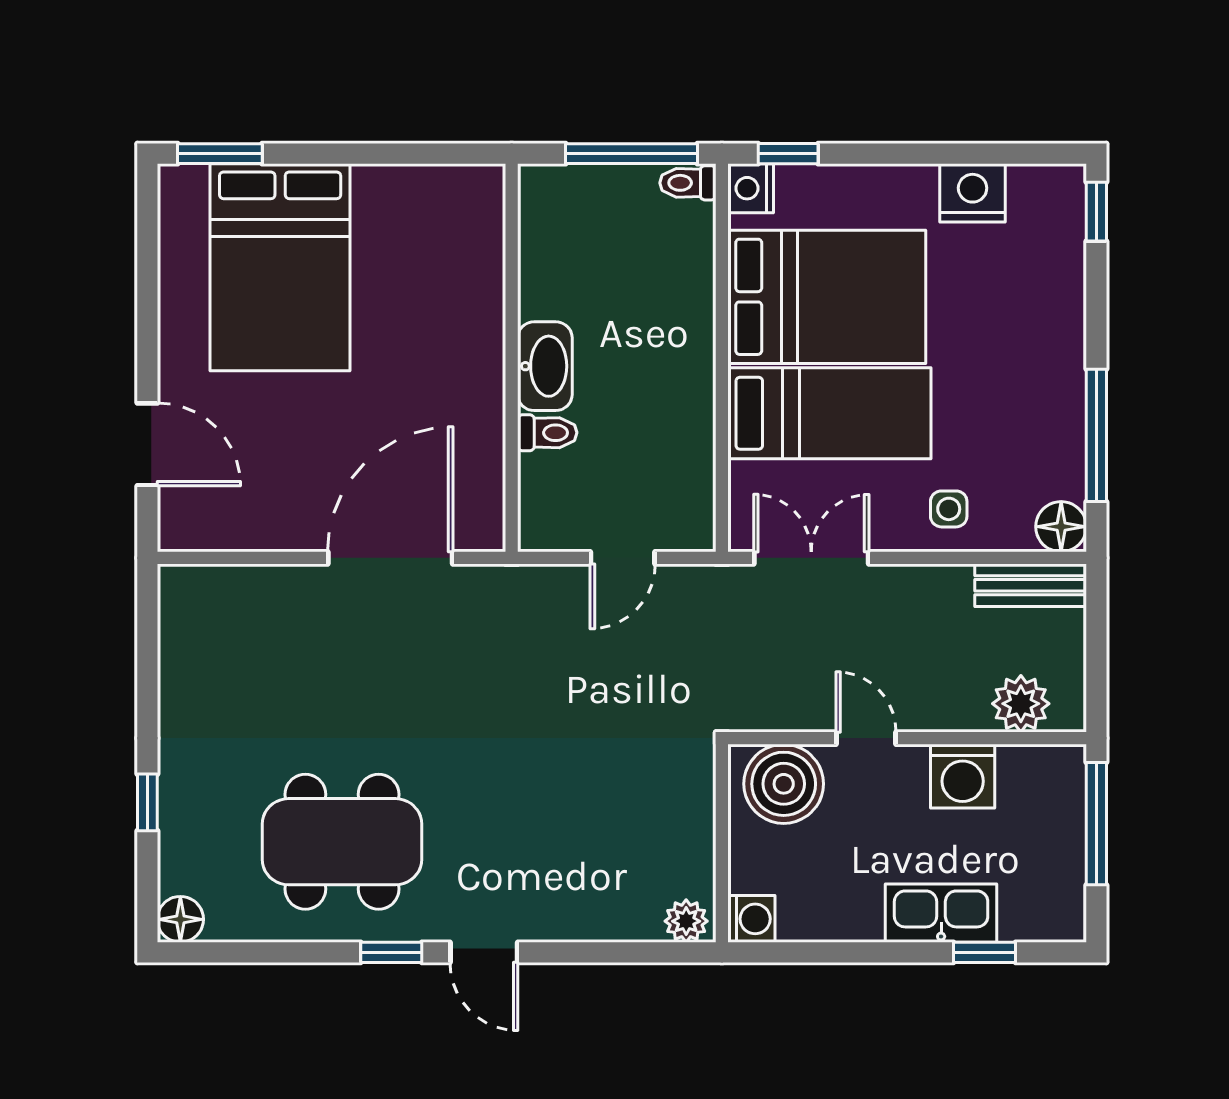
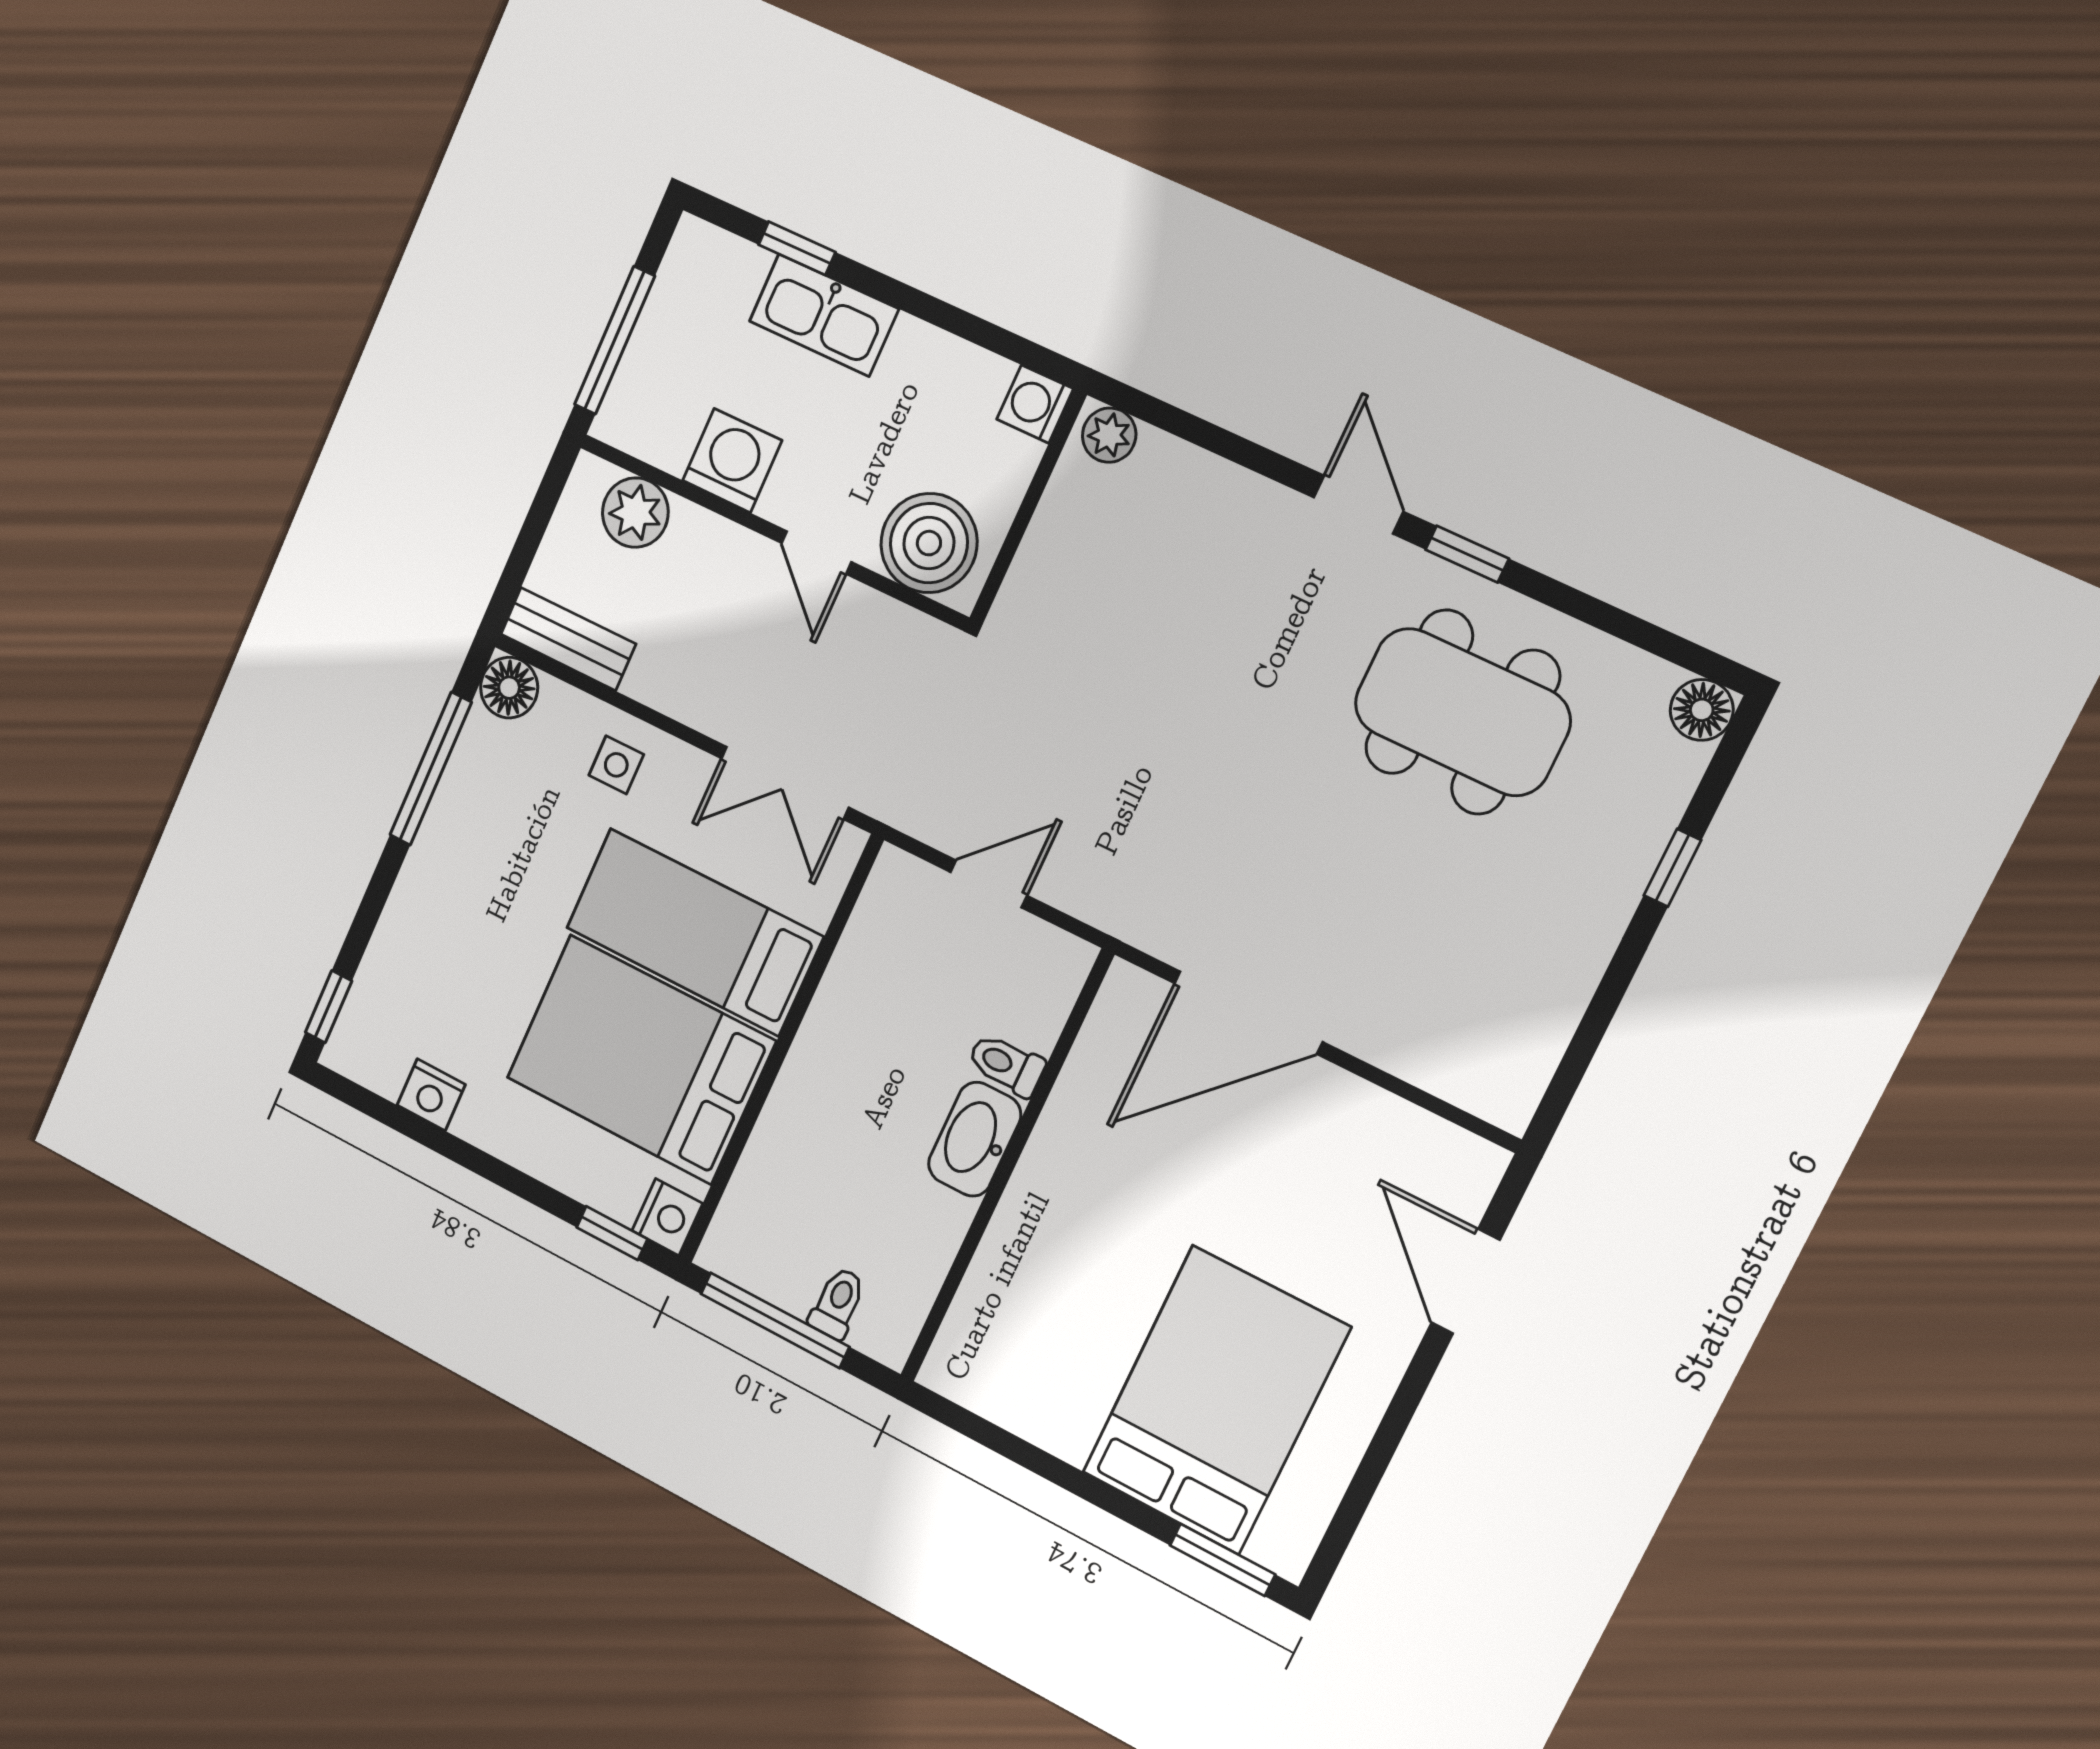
toilet: (688, 183) -> (838, 1303), moved, turned -90
nightstand: (973, 193) -> (431, 1095), width x0.74, depth x0.75

